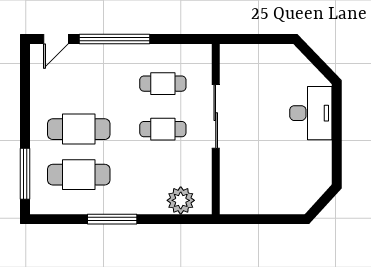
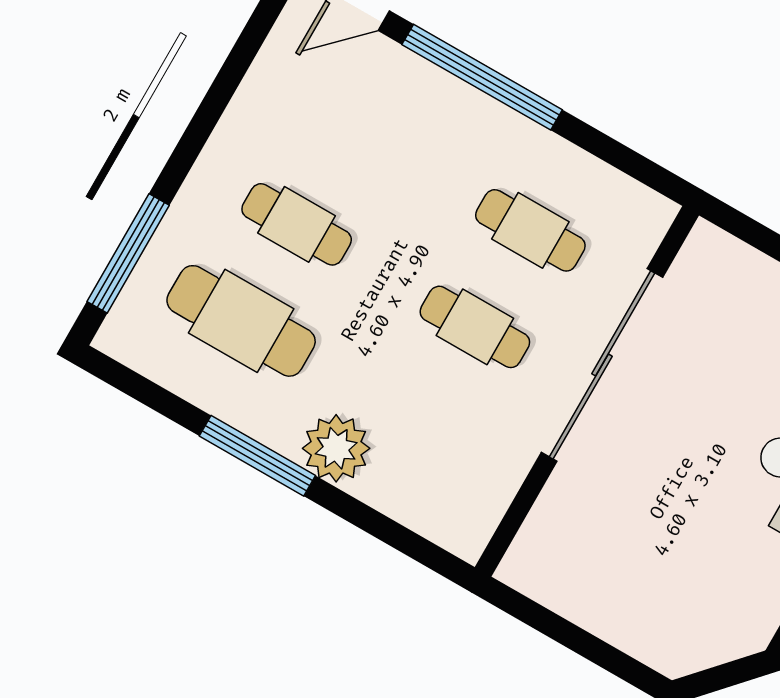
sliding door: (216, 117) -> (602, 365), width x1.36
cafe table: (79, 129) -> (297, 224), width x0.73, depth x0.74
plant: (181, 200) -> (336, 448), moved

